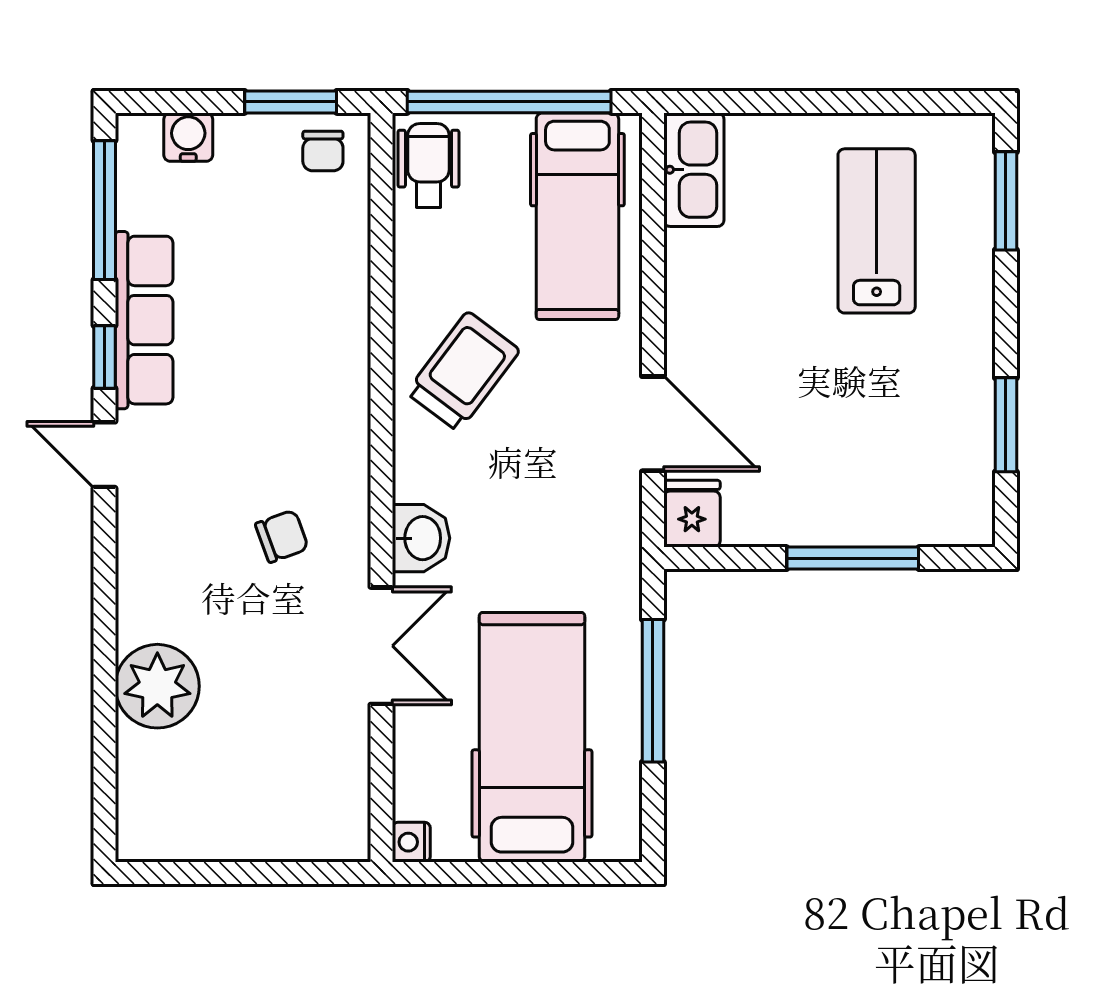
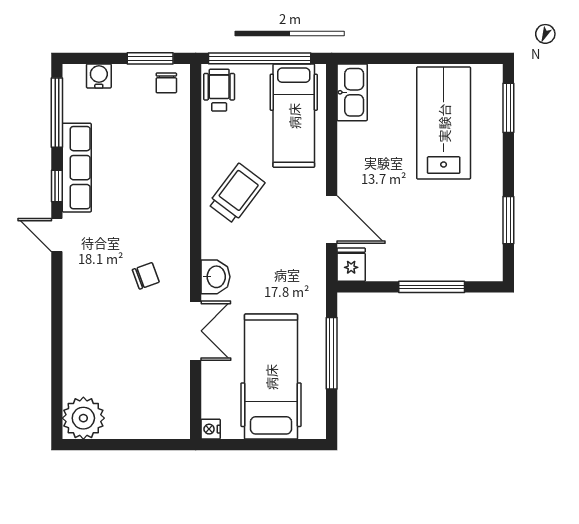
lab bench: (877, 231) -> (444, 123), width x1.36, depth x1.39
plant: (157, 686) -> (83, 418), moved

